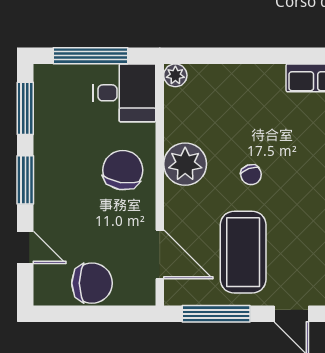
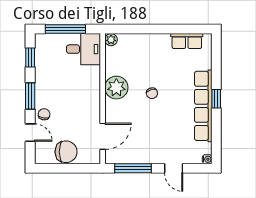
window: (25, 108) -> (30, 58), width x0.67
chair: (123, 170) -> (44, 114), moved, width x0.54, depth x0.54
coffee table: (243, 252) -> (148, 135), removed
door: (160, 254) -> (103, 136), hinge flipped

